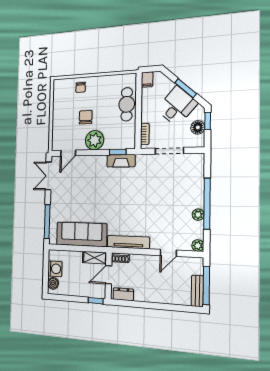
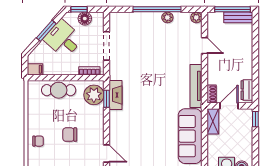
plant: (95, 140) -> (94, 95), moved
door: (109, 275) -> (229, 106), swing flipped

